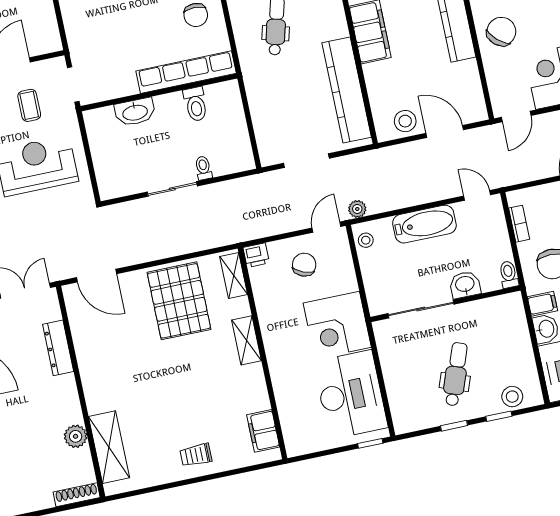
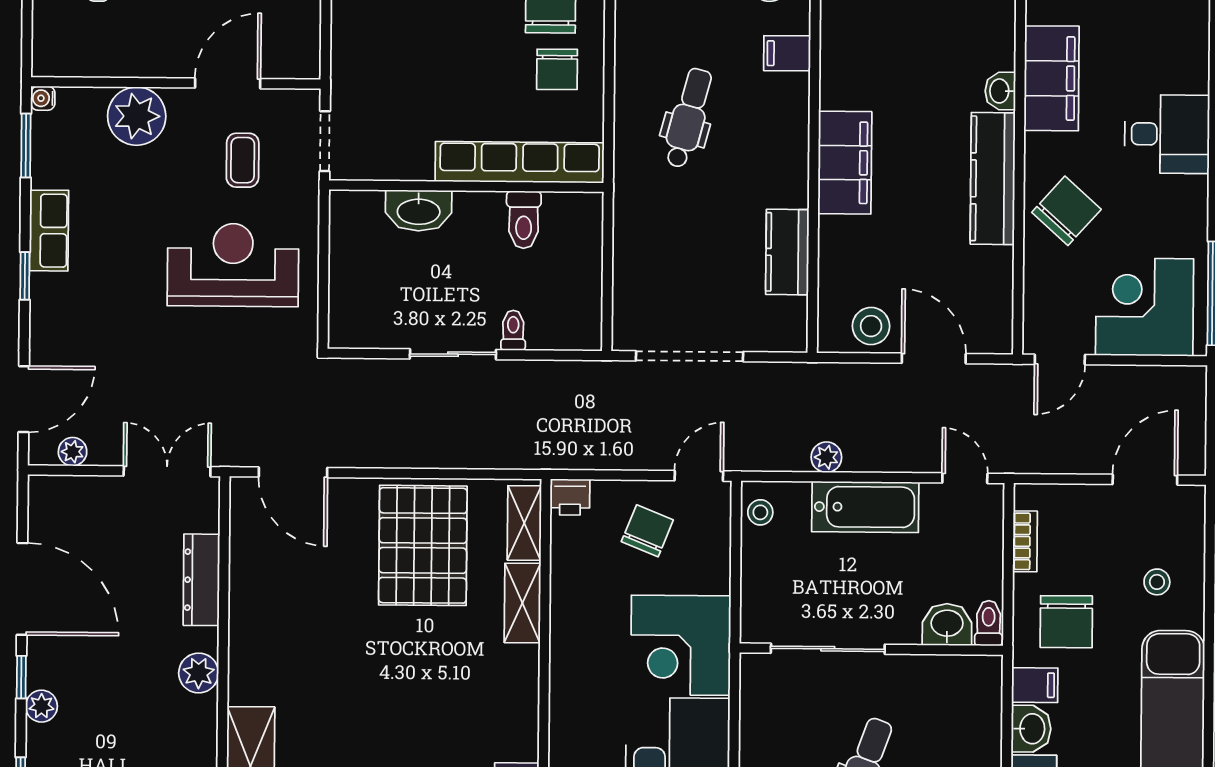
kitchen counter: (347, 90) -> (787, 252), width x0.48, depth x0.86
doorway: (306, 161) -> (689, 356), width x1.36
plant: (357, 209) -> (826, 457), moved
washbasin: (465, 285) -> (947, 624), moved
shelving: (247, 340) -> (522, 603), moved
plant: (76, 436) -> (199, 673), moved

